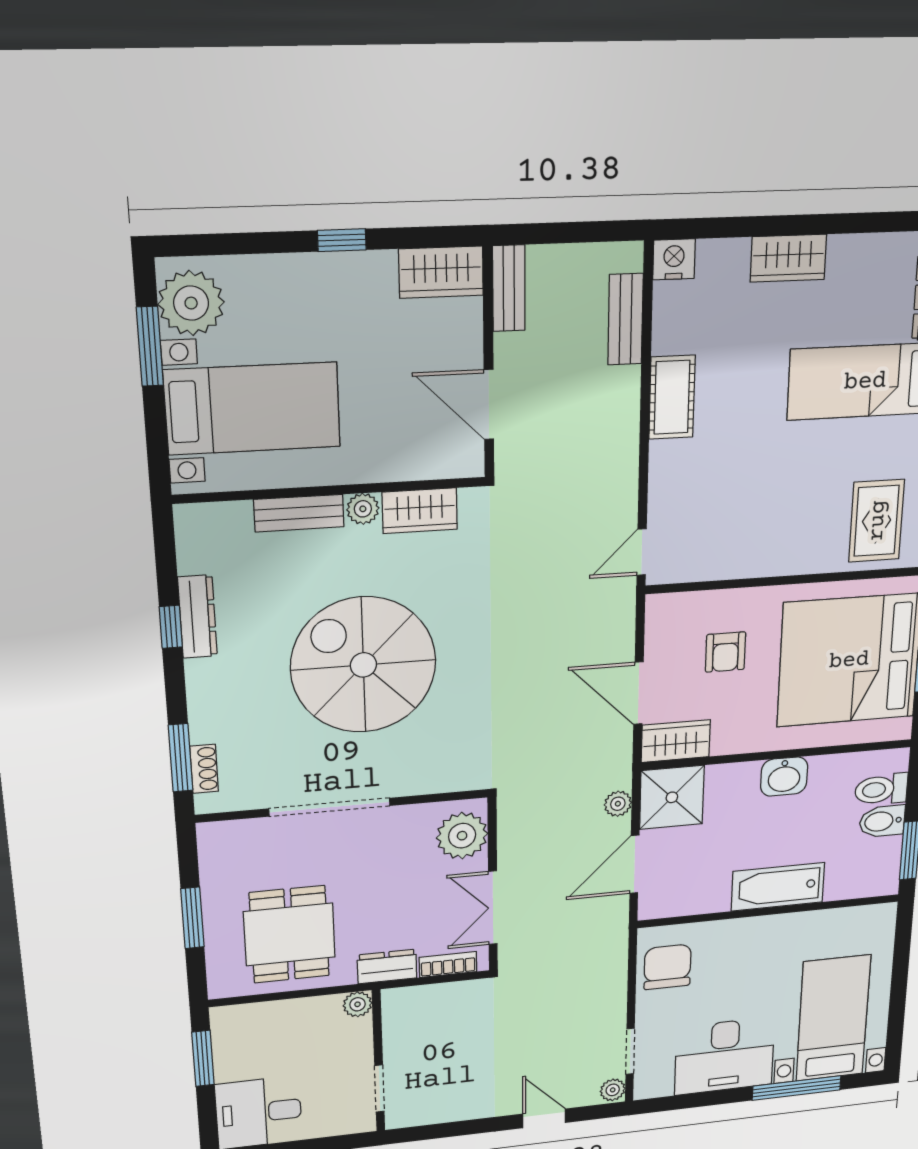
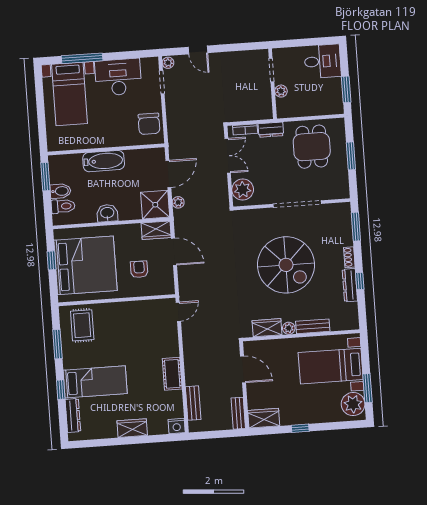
shoe rack: (204, 769) -> (349, 257), moved
plant: (358, 1004) -> (281, 91), moved

